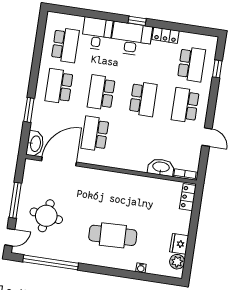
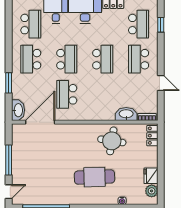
school desk: (101, 93) -> (67, 59), turned 180
round table: (46, 216) -> (112, 141), moved

